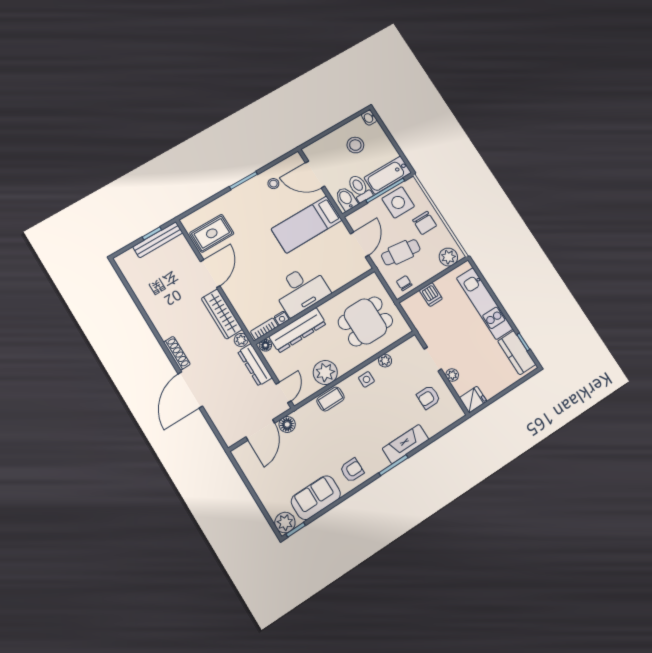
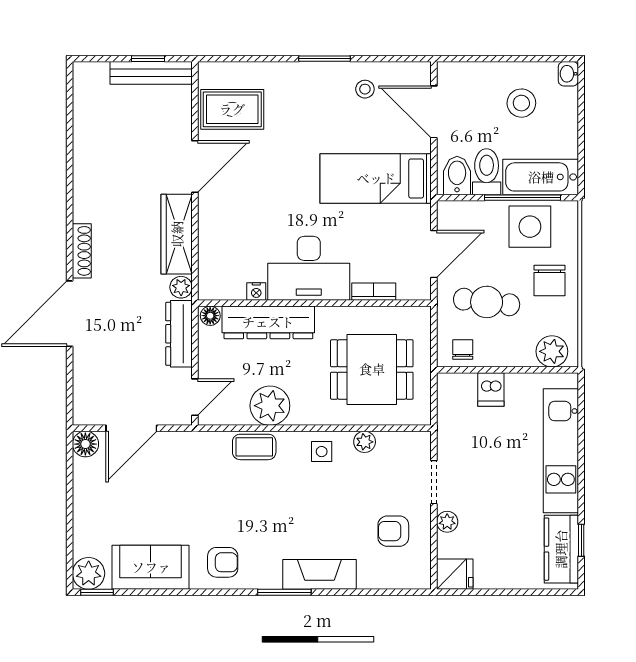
bookcase: (264, 329) -> (374, 292), moved
floor lamp: (287, 424) -> (85, 444), moved

